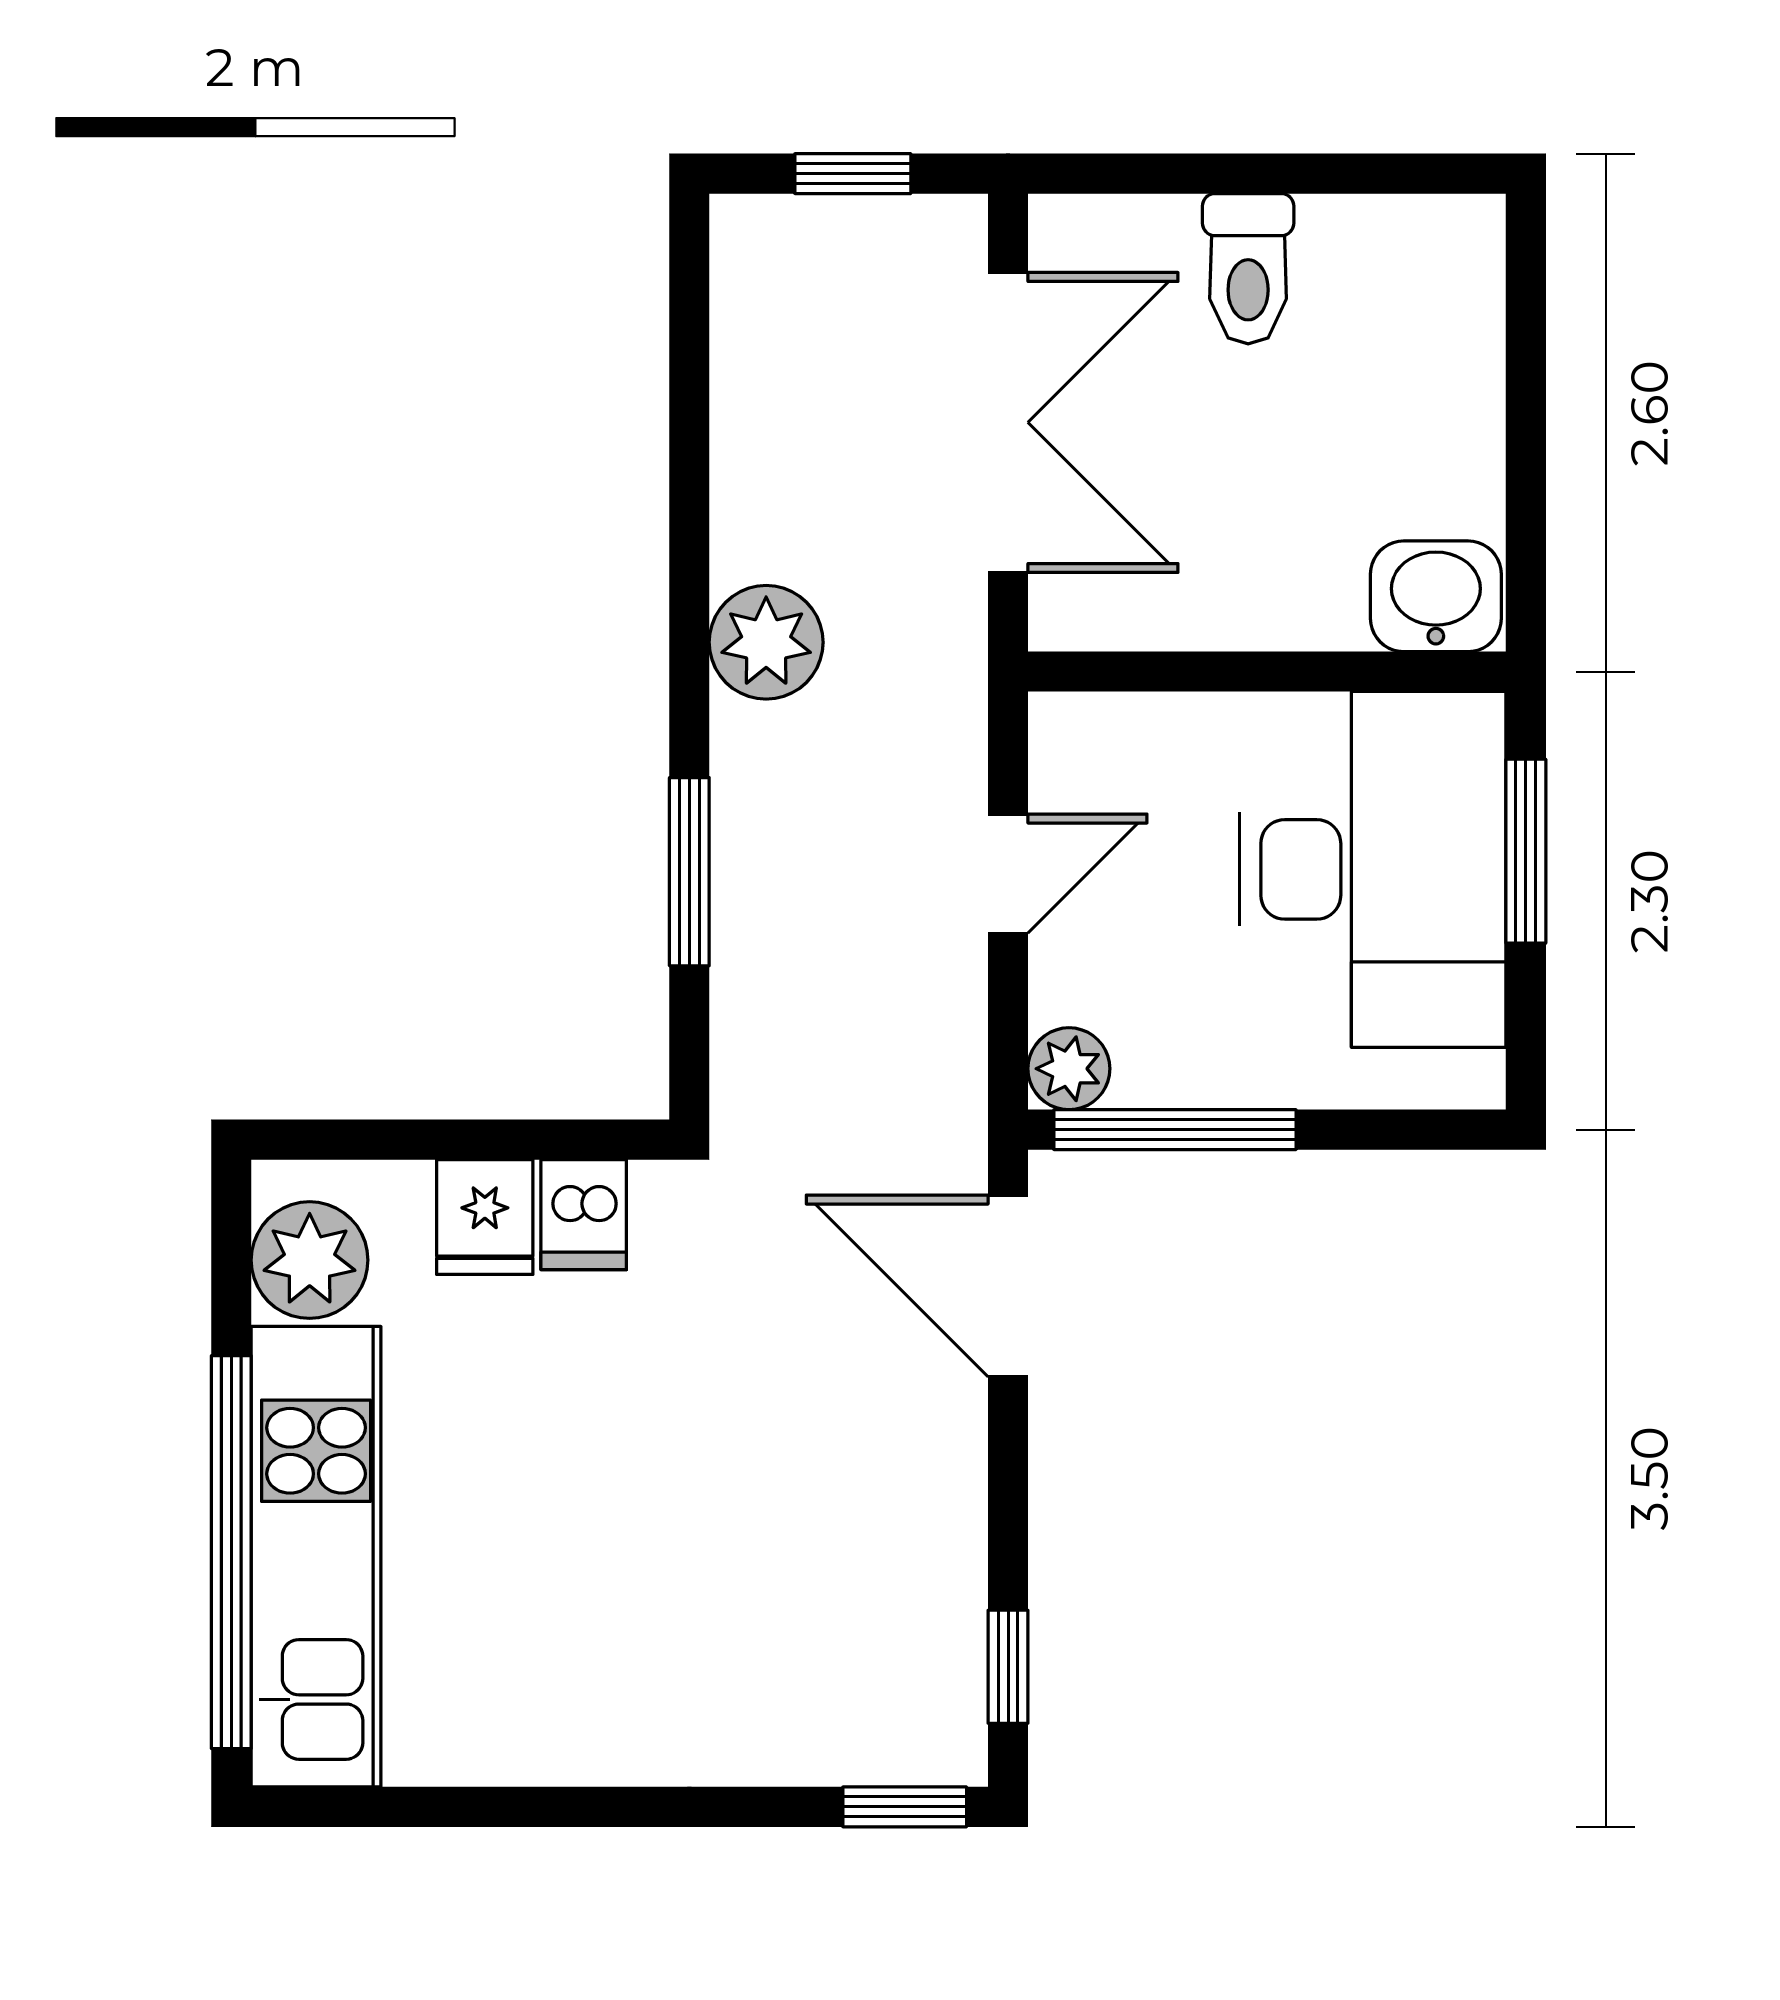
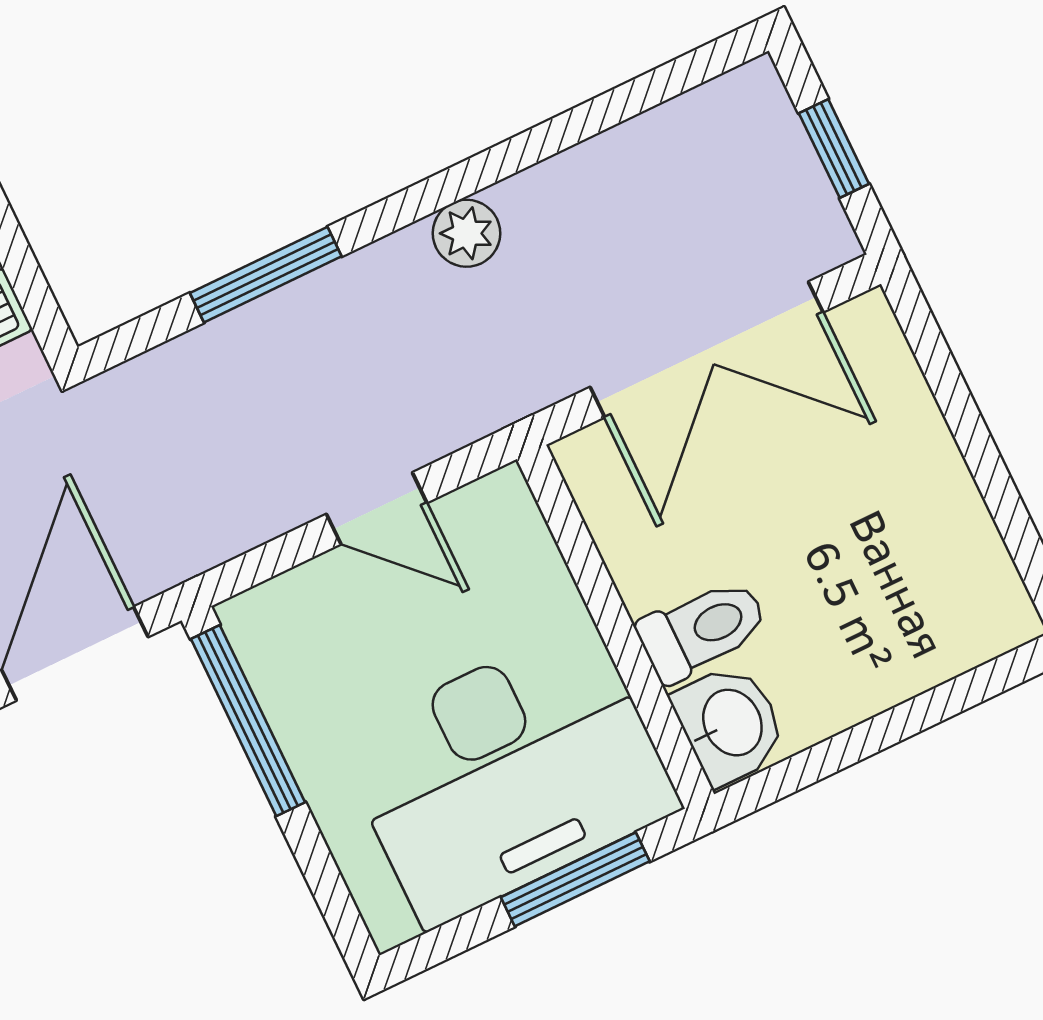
toilet: (1248, 269) -> (703, 630), moved, turned 180
plant: (766, 642) -> (466, 233), width x0.73, depth x0.73
plant: (1069, 1069) -> (255, 622), removed

